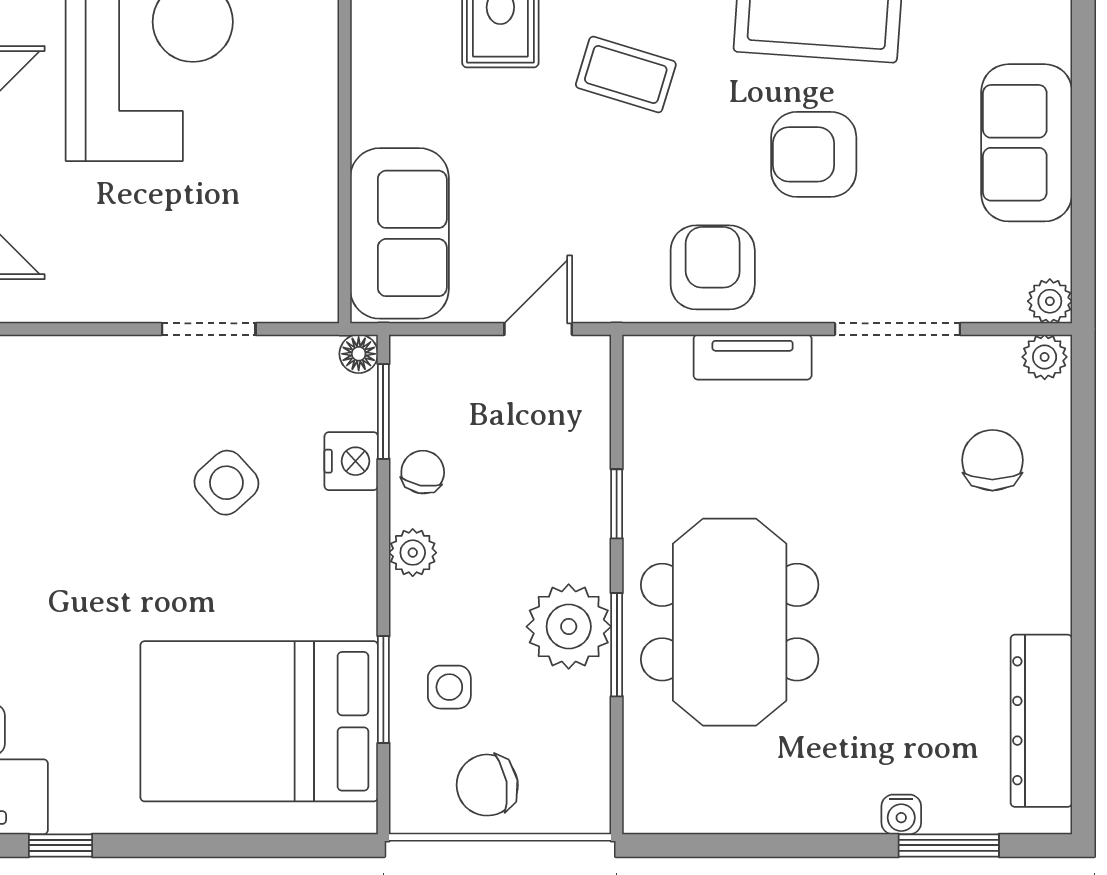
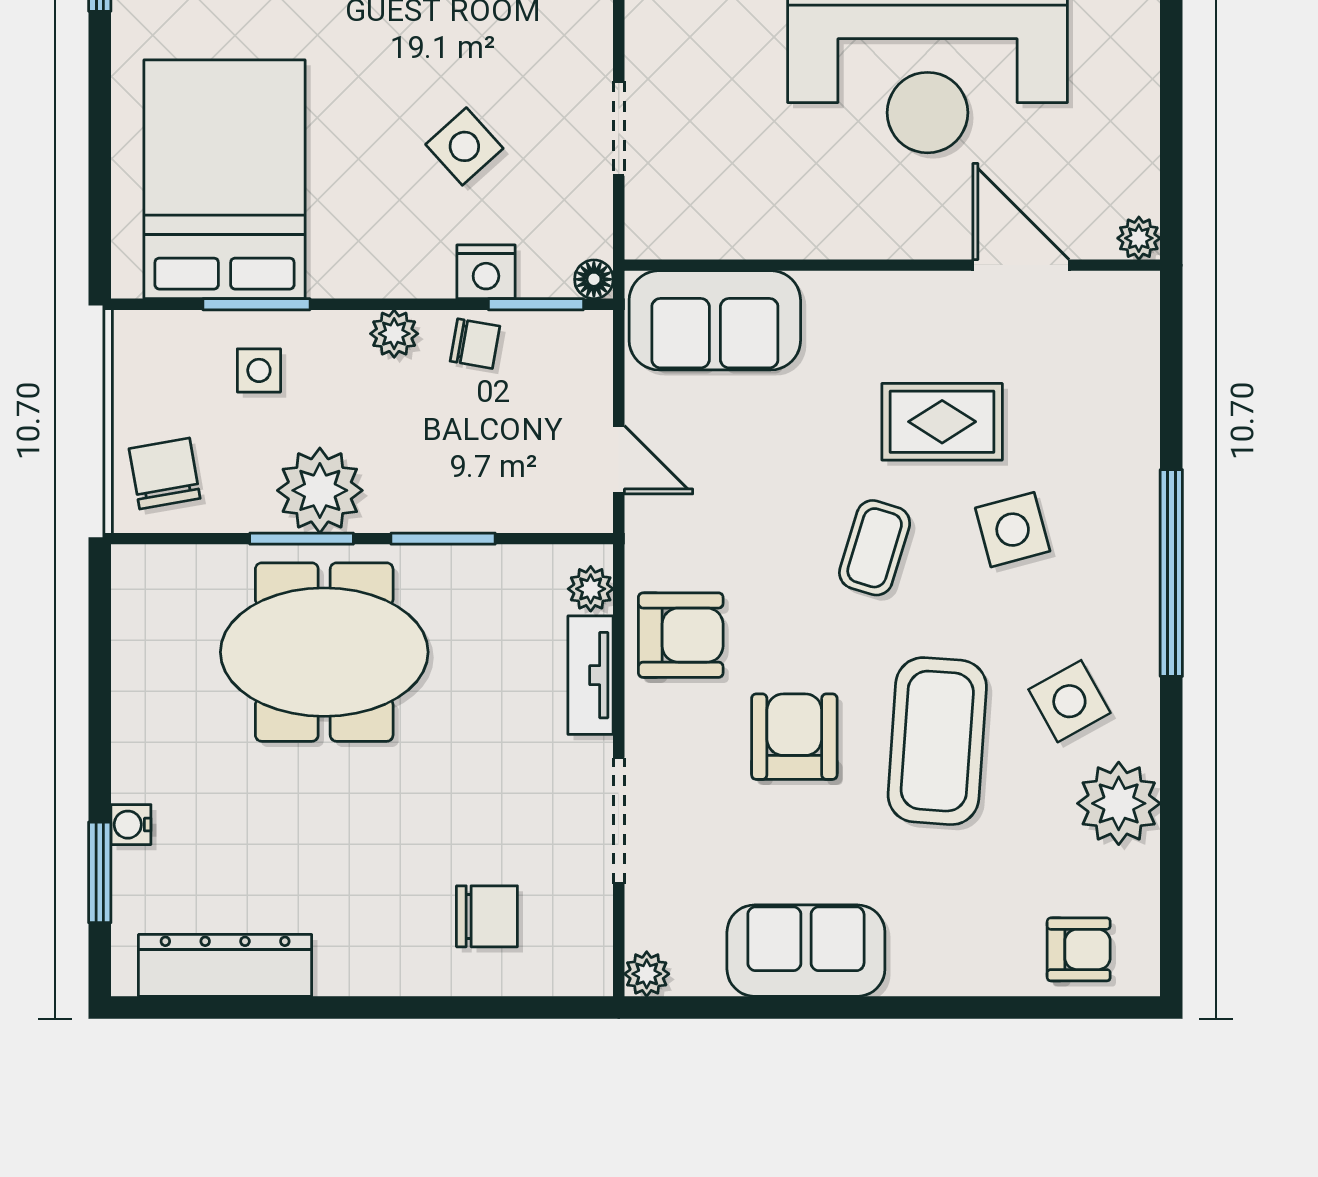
plant: (1045, 357) -> (591, 589), moved
window: (617, 504) -> (443, 539), width x1.50
chair: (487, 785) -> (165, 474), moved

